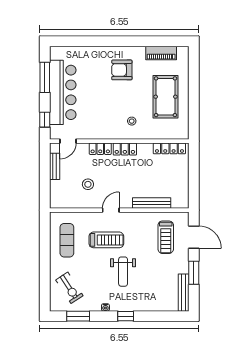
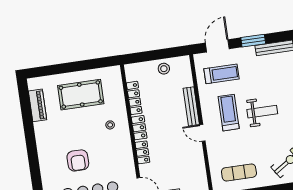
armchair: (122, 70) -> (78, 160), moved
locker: (169, 148) -> (134, 98), moved
stool: (88, 184) -> (164, 69), moved
bench: (152, 203) -> (191, 106), moved
treadmill: (106, 240) -> (229, 113), moved

